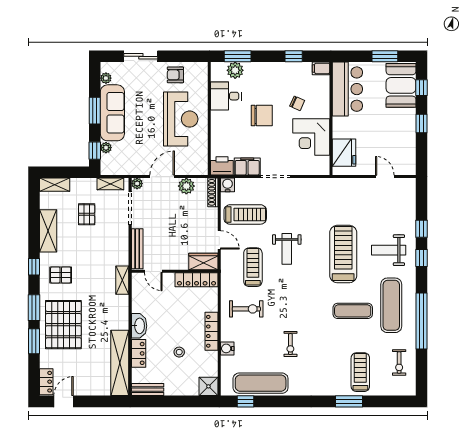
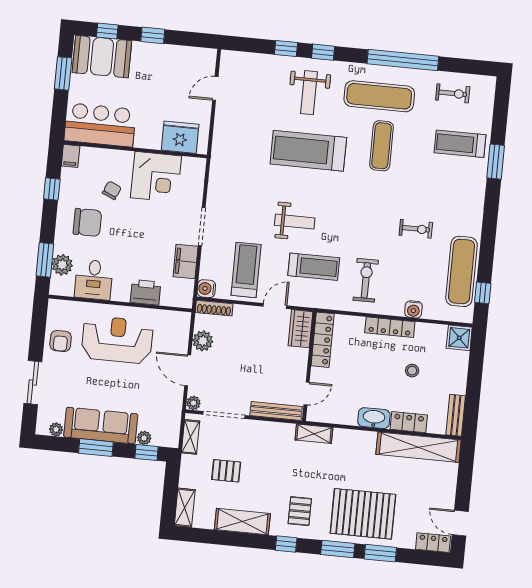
chair: (262, 116) -> (87, 222), moved, turned 90
printer: (222, 166) -> (146, 292), moved, turned 90
treadmill: (253, 267) -> (314, 267), turned 180

